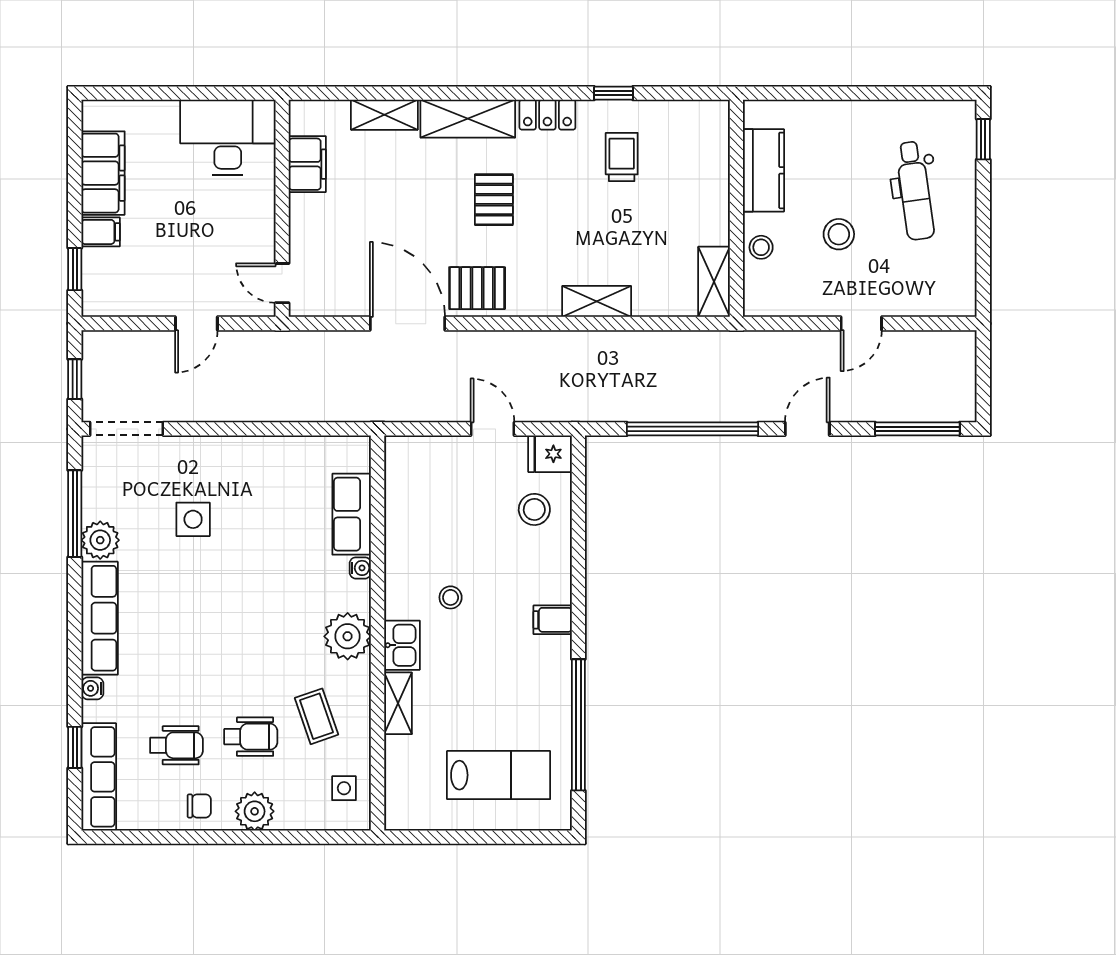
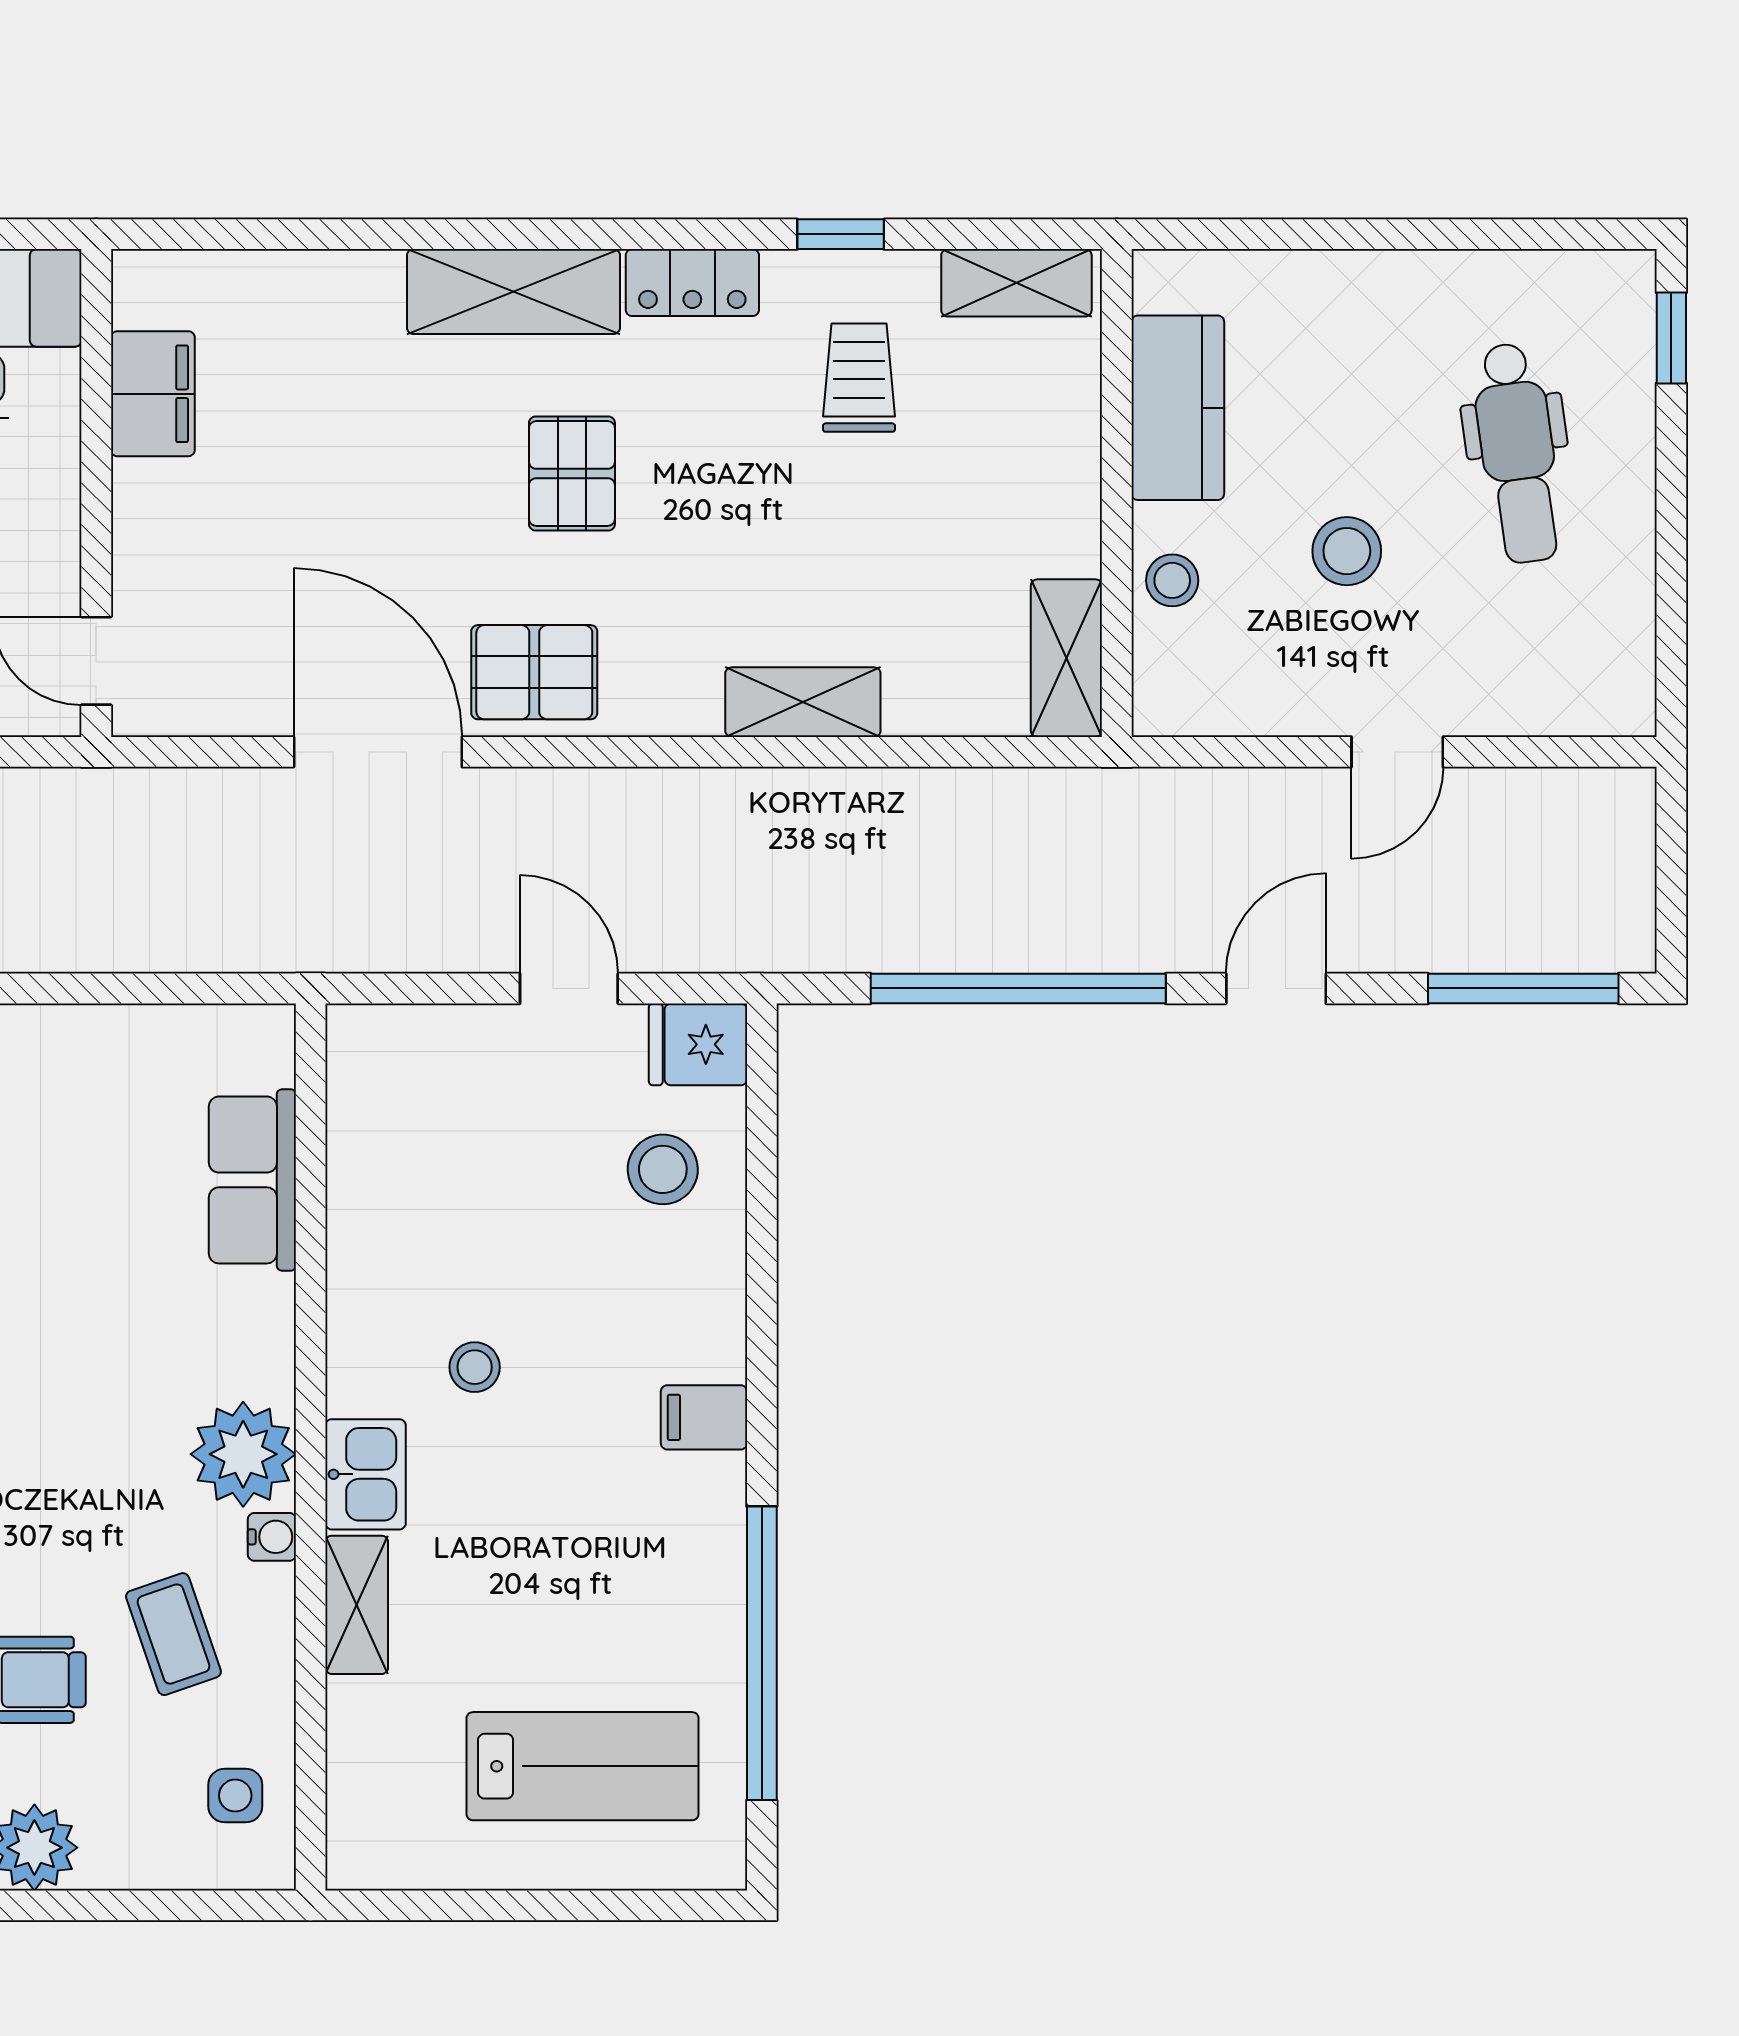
shelving: (384, 115) -> (1016, 283), moved
water cooler: (360, 568) -> (272, 1537), moved

